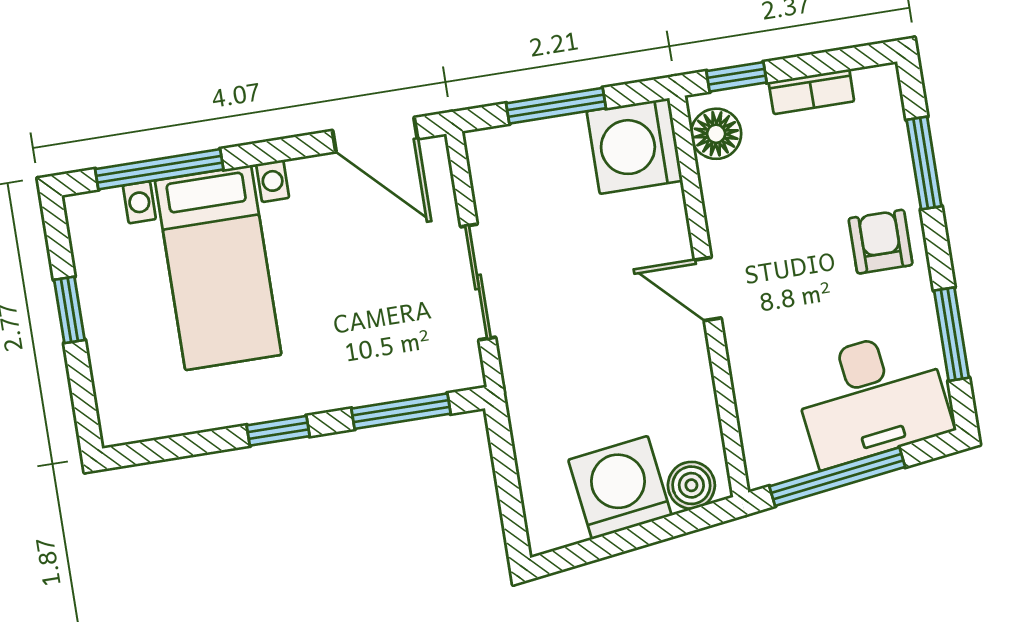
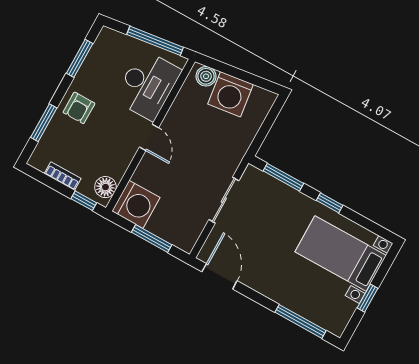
bed with nightstands: (218, 268) -> (341, 254), moved, turned -90
desk: (872, 397) -> (147, 85), moved, turned 98

